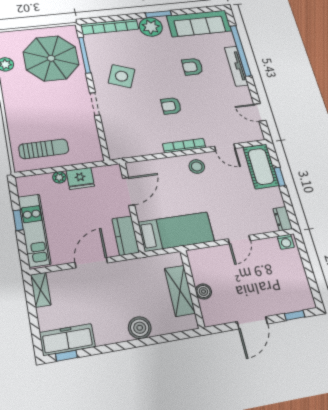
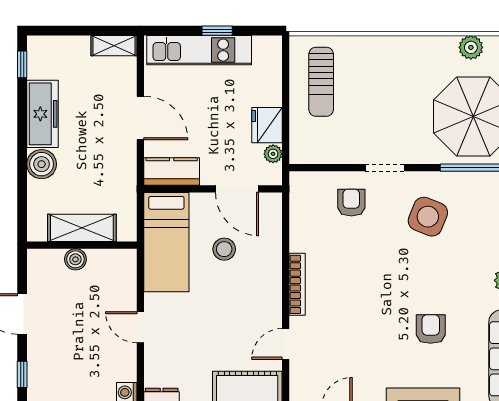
armchair: (171, 106) -> (351, 203), moved
stool: (197, 167) -> (224, 249), moved
plant: (59, 177) -> (273, 154), moved
freezer: (67, 340) -> (42, 114), moved

